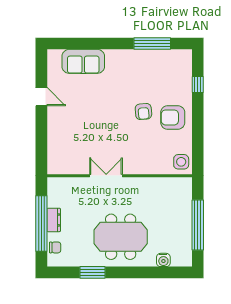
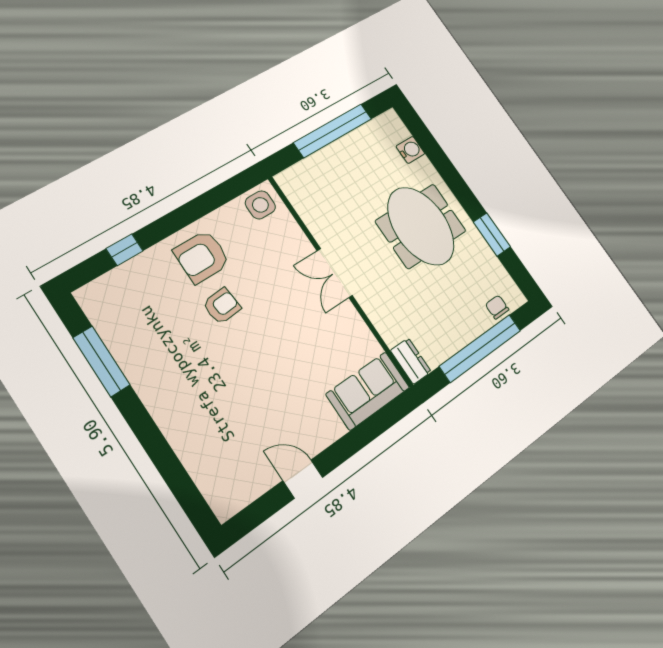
sofa: (83, 61) -> (368, 391), moved, turned -90
door: (41, 97) -> (303, 479), hinge flipped
armchair: (173, 117) -> (202, 257), turned 90
double door: (106, 176) -> (335, 273), moved
dresser: (54, 220) -> (411, 361), moved, turned 90

